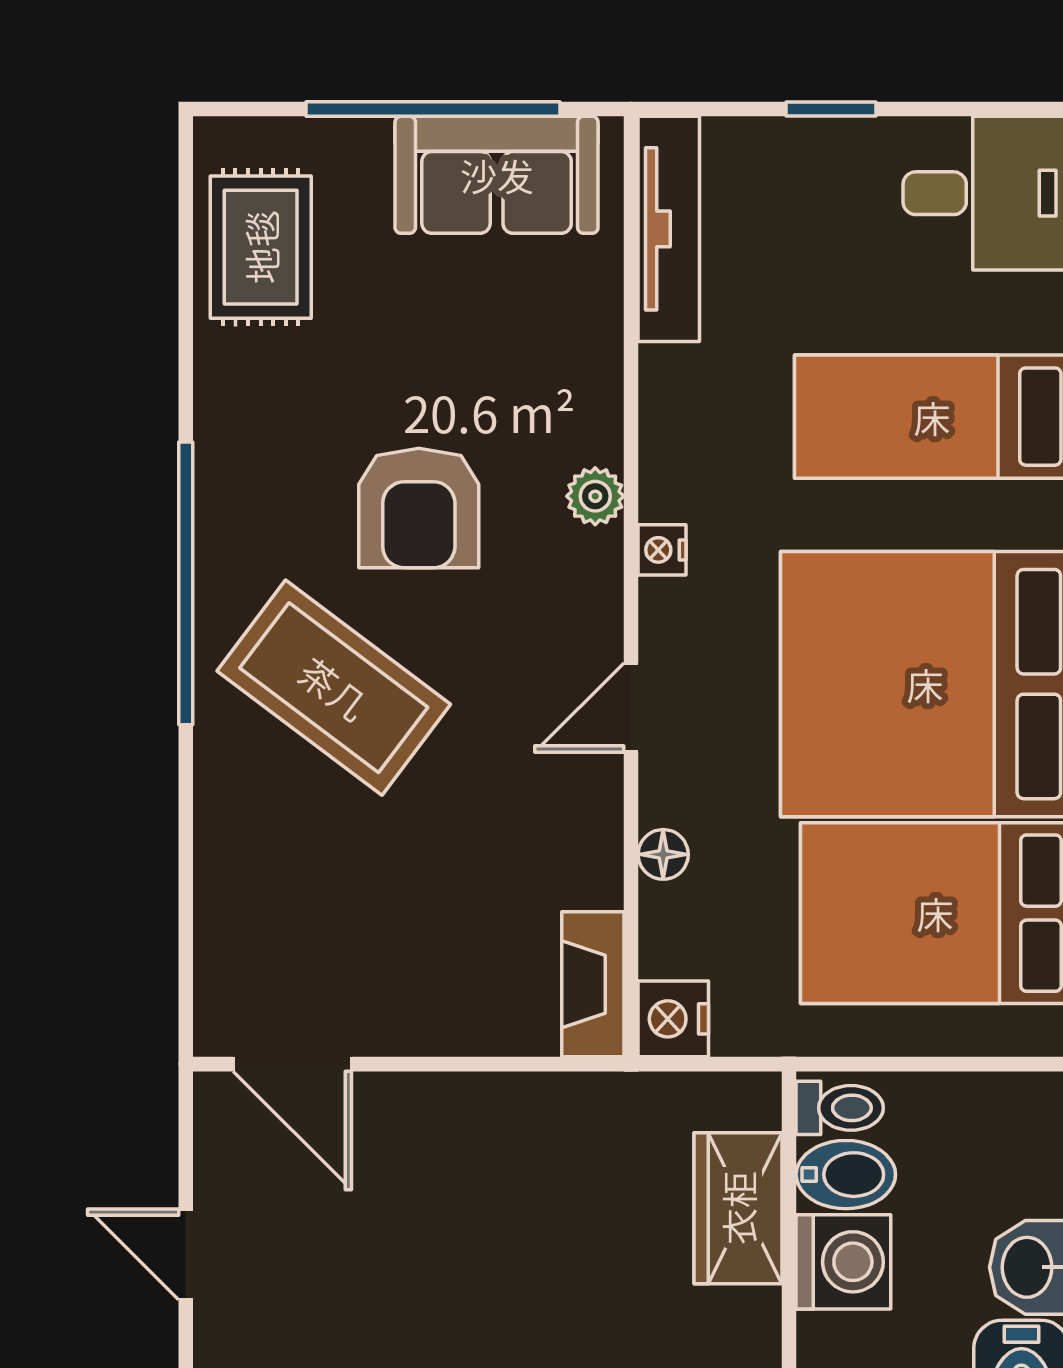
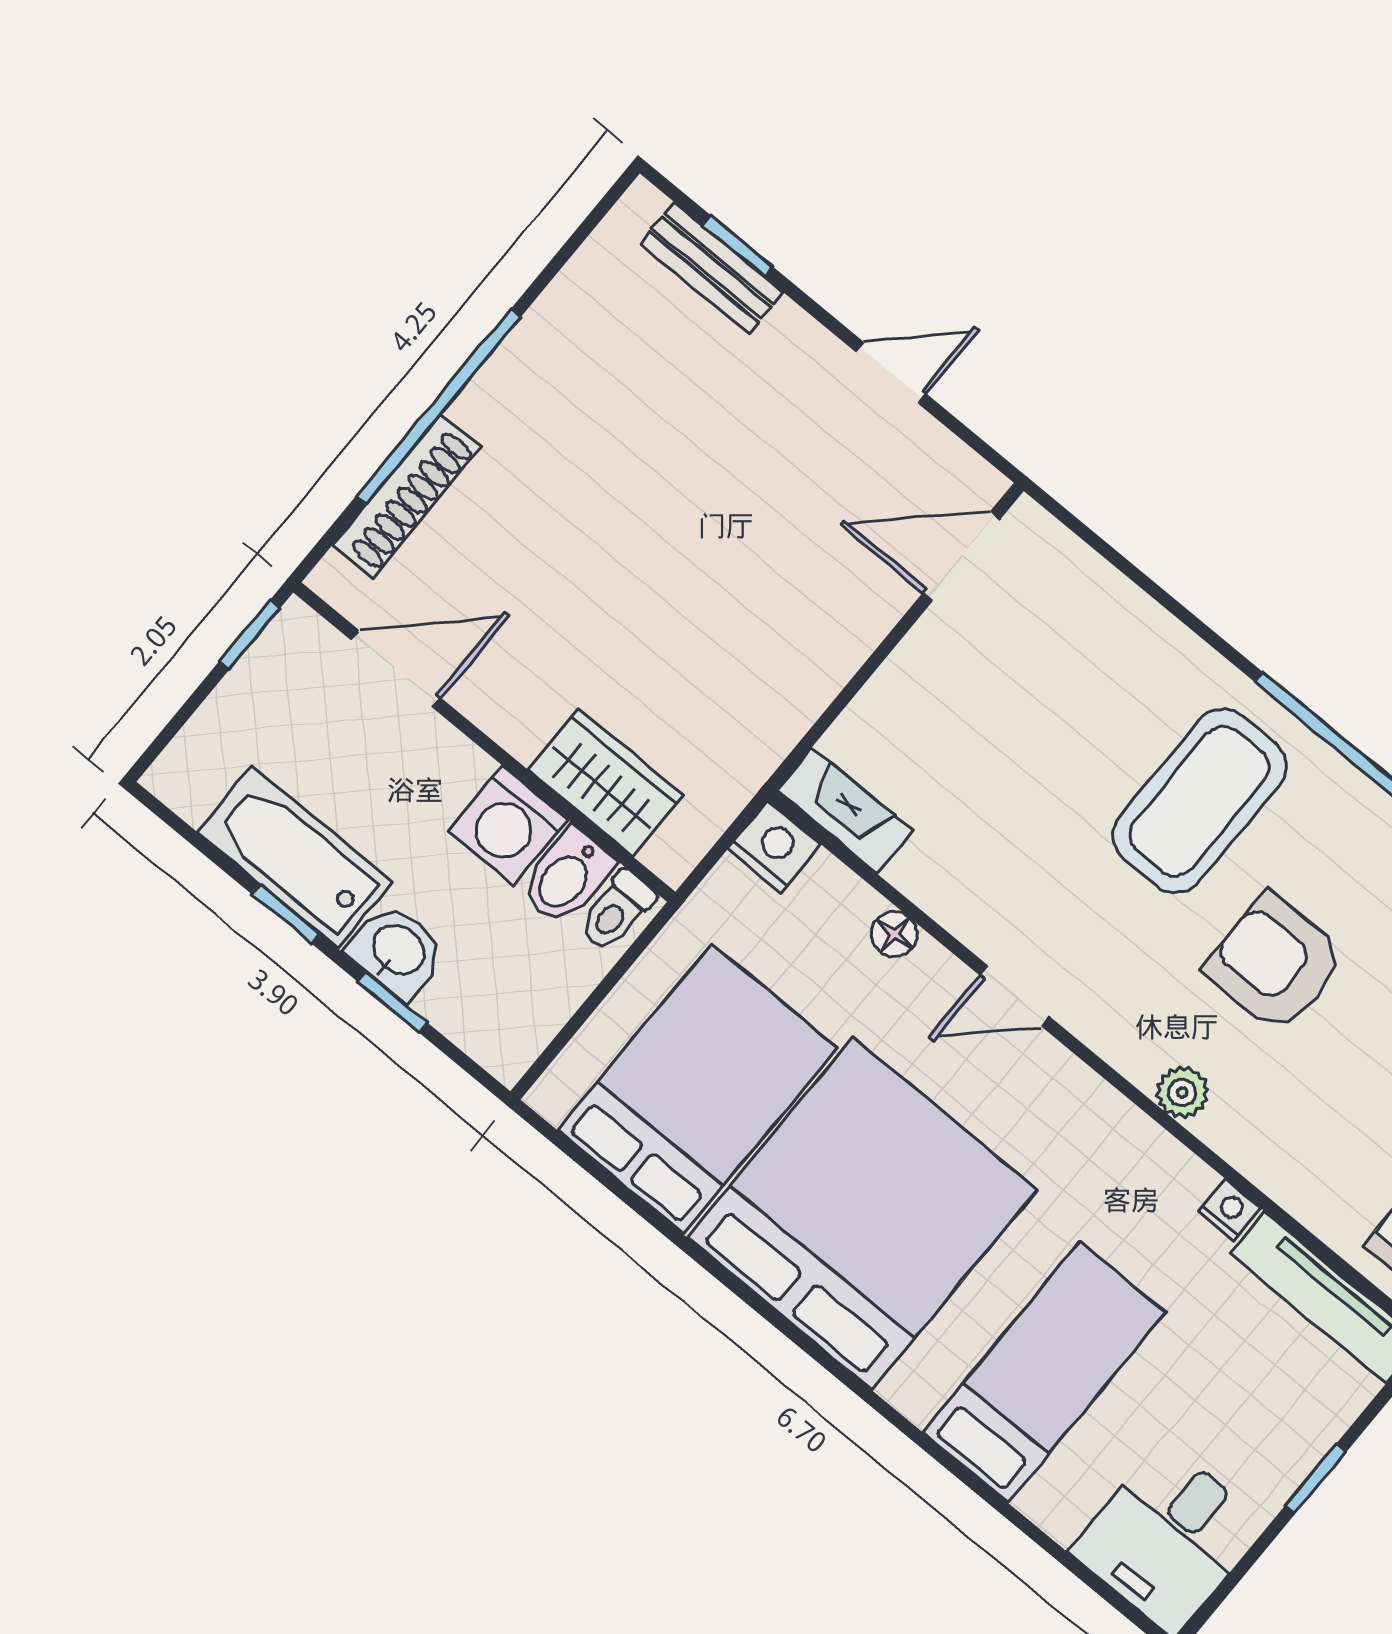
nightstand: (662, 550) -> (1229, 1210), moved
coffee table: (334, 688) -> (1199, 801), turned -37
door: (631, 708) -> (1015, 996), swing flipped

